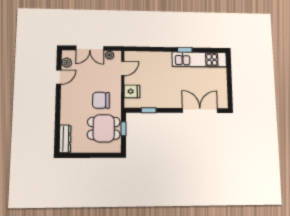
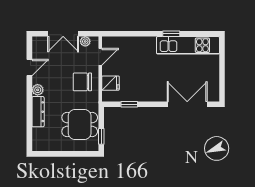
plant: (67, 63) -> (38, 90), moved
chair: (101, 100) -> (82, 82), moved
window: (124, 129) -> (101, 136), moved
dresser: (65, 139) -> (38, 112), moved

